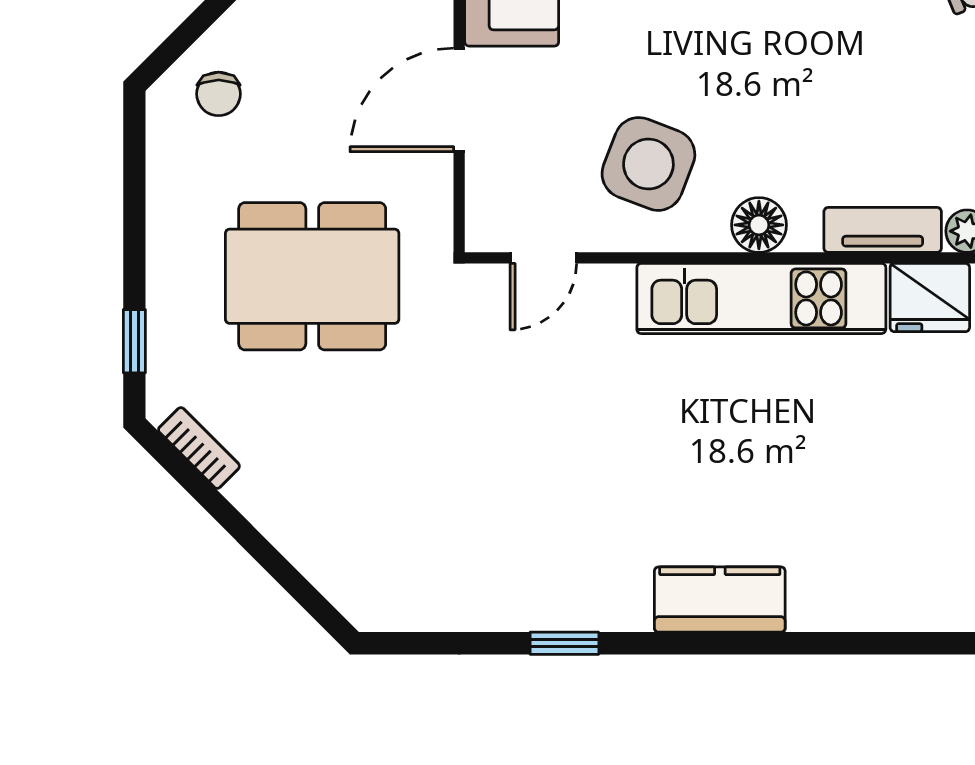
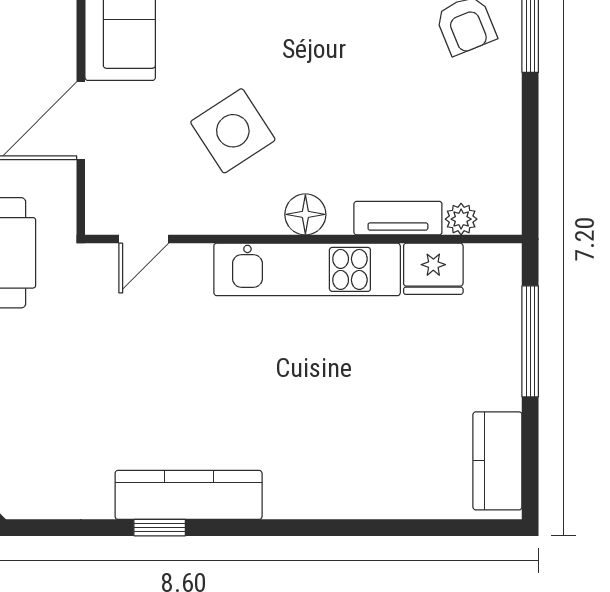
side table: (648, 164) -> (233, 131), moved, turned 36
kitchen counter: (720, 600) -> (189, 495), moved, width x1.50

